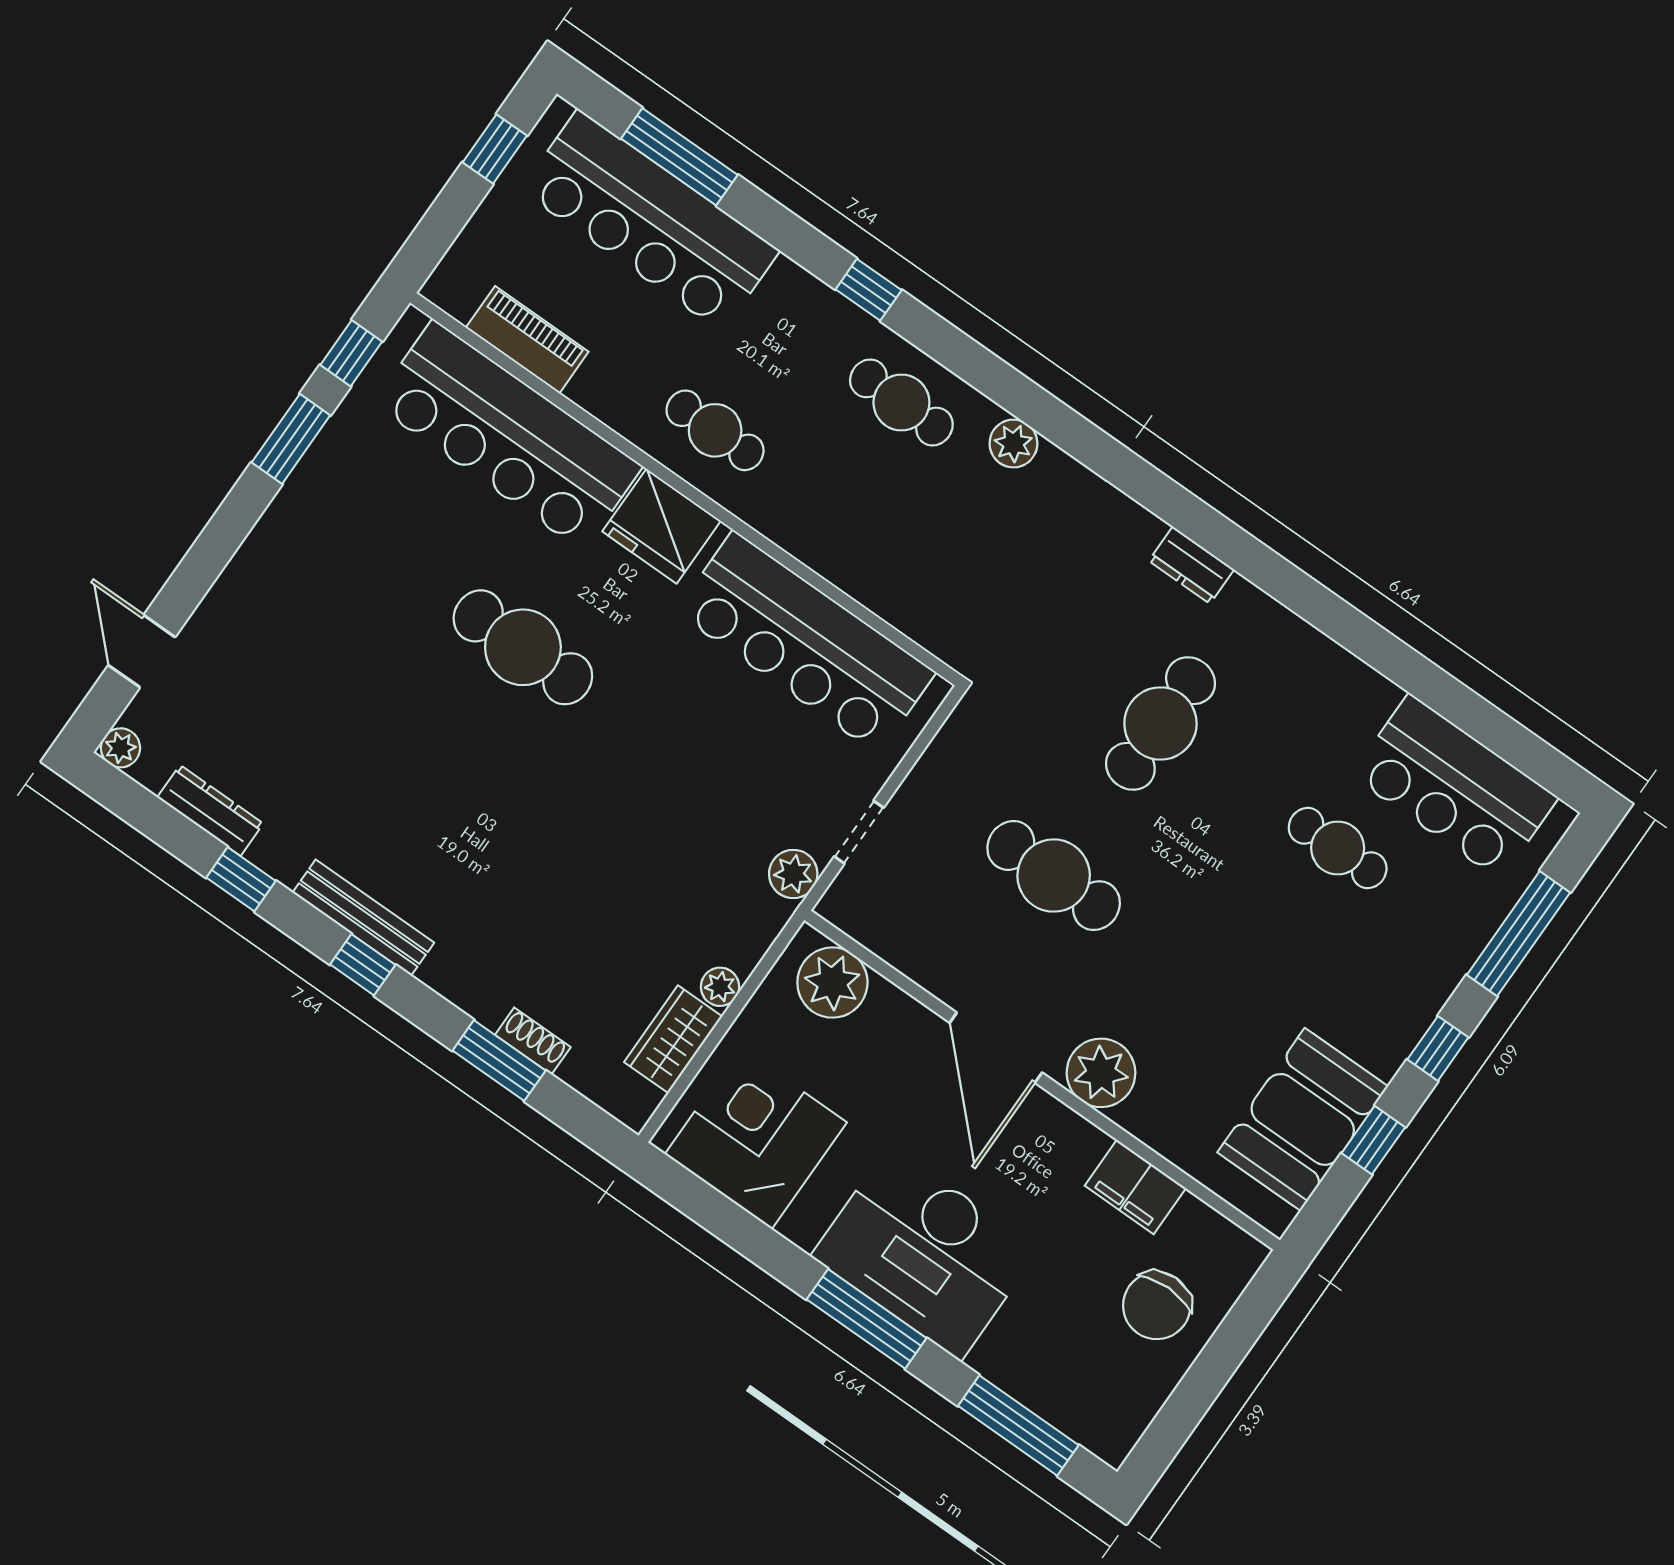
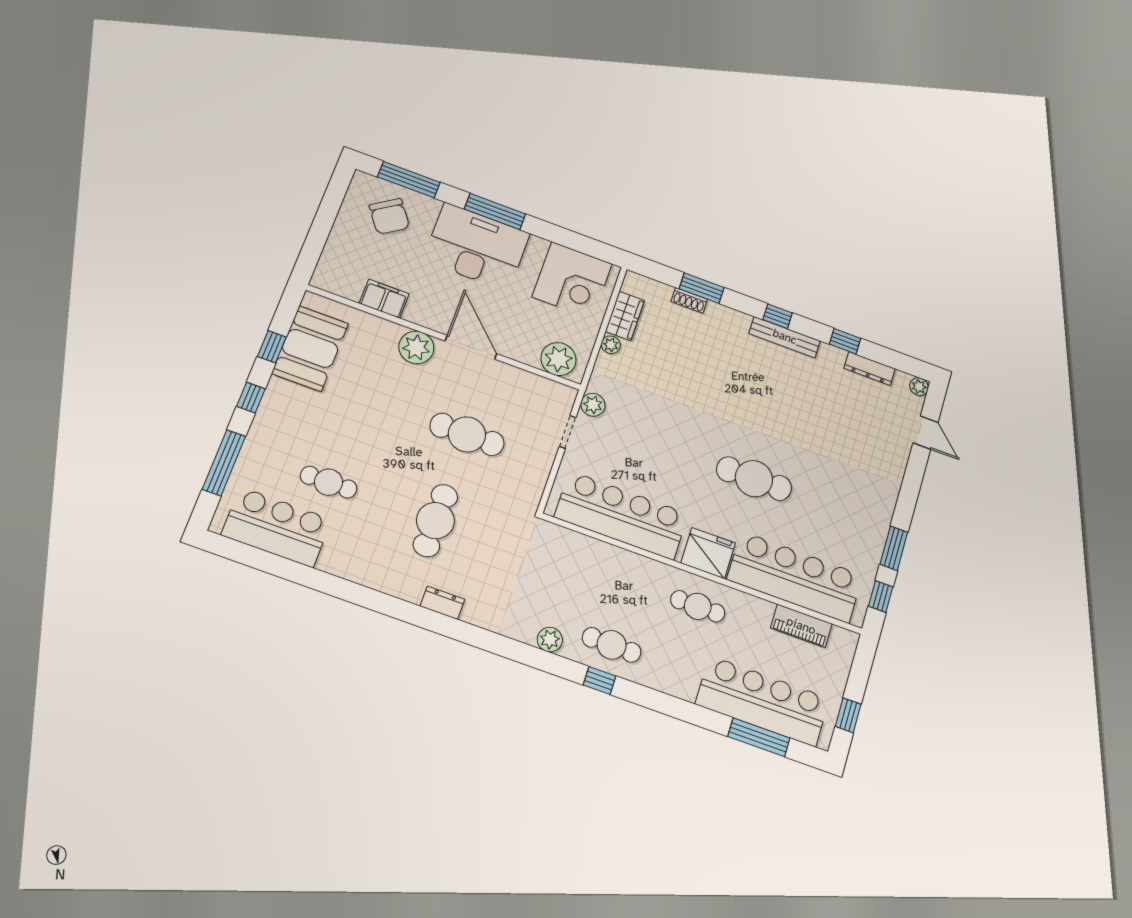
window: (869, 290) -> (600, 681), moved
chair: (1157, 1306) -> (389, 216), moved, turned 145

